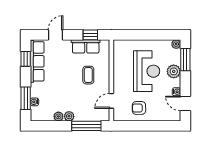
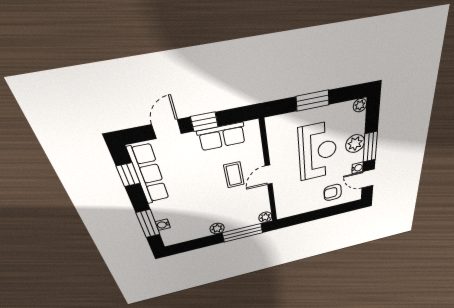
window: (90, 35) -> (204, 122), moved
window: (144, 35) -> (313, 101), added
window: (185, 60) -> (370, 147), moved
door: (111, 101) -> (269, 175), moved
armchair: (139, 108) -> (333, 192), moved
plant: (58, 116) -> (265, 217), moved

